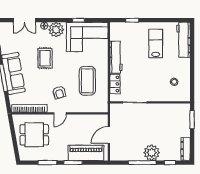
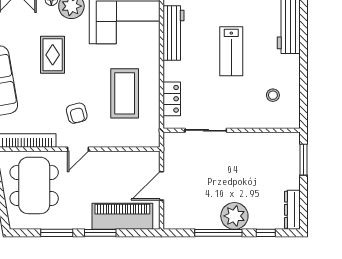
lab bench: (156, 43) -> (231, 51), moved, turned 180
workbench: (116, 57) -> (173, 33), moved
dining table: (34, 135) -> (34, 185), width x1.38

